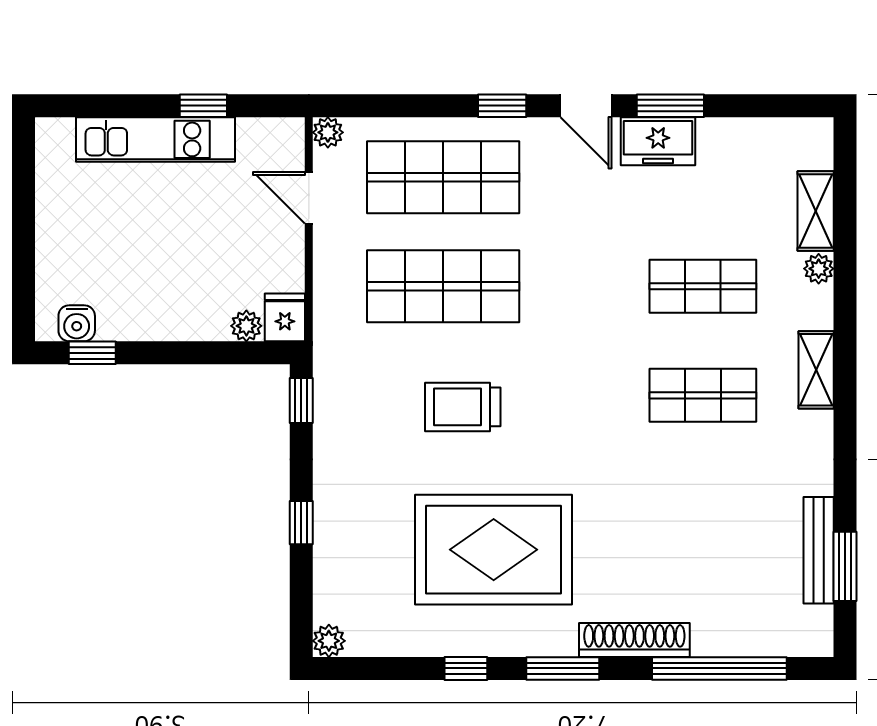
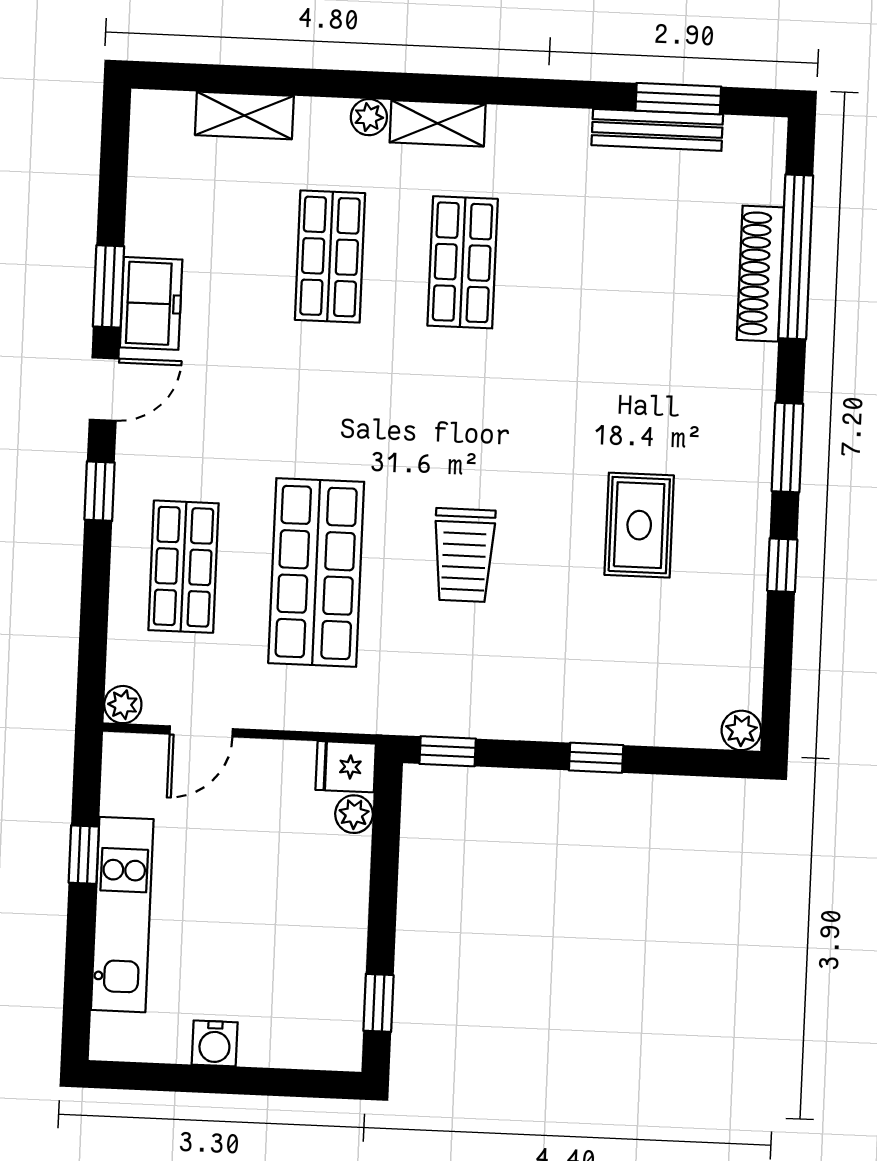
shop shelf: (443, 177) -> (184, 567), width x0.70, depth x0.74
plant: (819, 269) -> (369, 117), moved
water cooler: (77, 323) -> (215, 1043), moved, turned 90
rug: (494, 550) -> (639, 525), width x0.54, depth x0.49
shoe rack: (634, 640) -> (760, 274), moved

